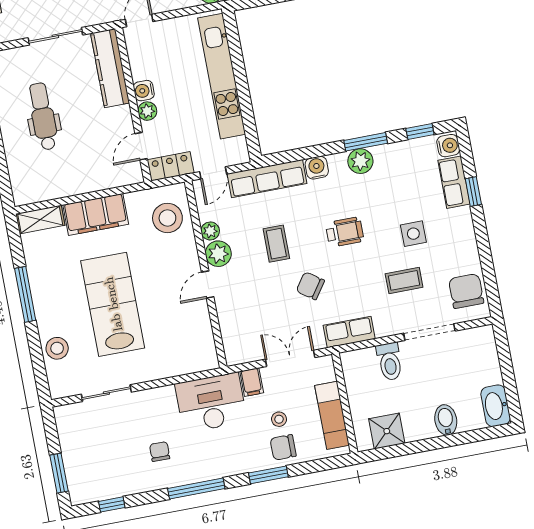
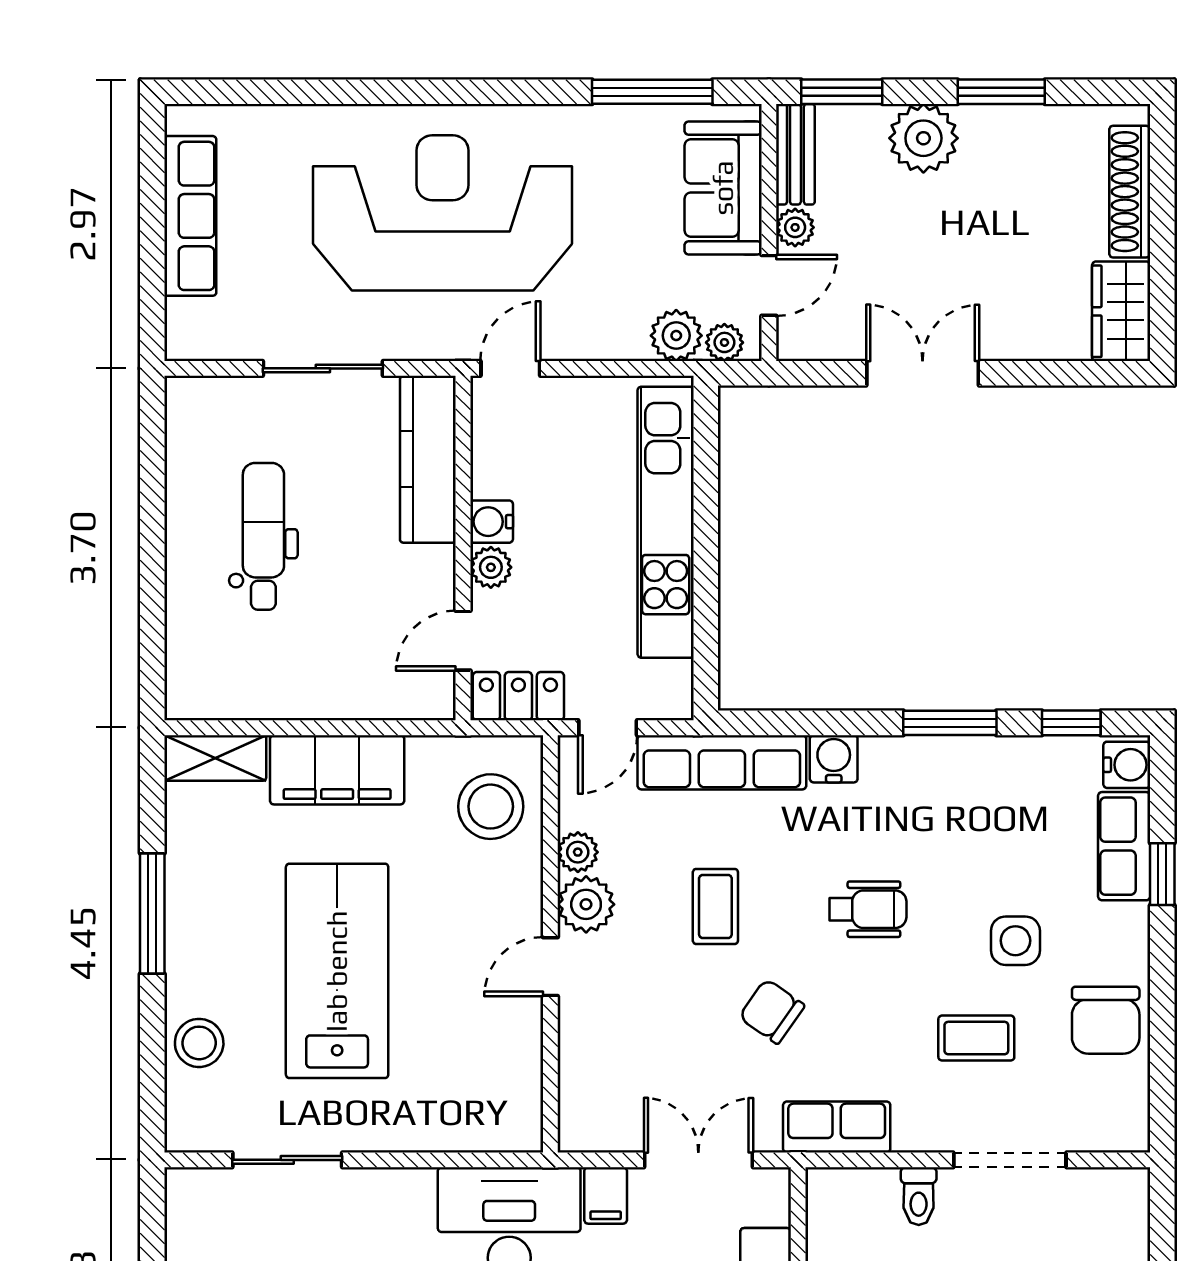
plant: (360, 161) -> (931, 762), removed
chair: (466, 291) -> (1106, 1020), moved, turned 180
toilet: (390, 362) -> (919, 1196), width x0.73, depth x0.72

